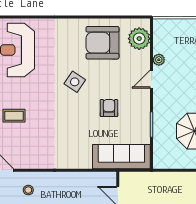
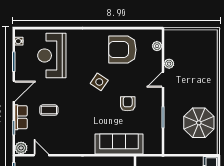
plant: (139, 39) -> (157, 46), width x0.53, depth x0.53
sofa: (121, 157) -> (119, 144), moved

